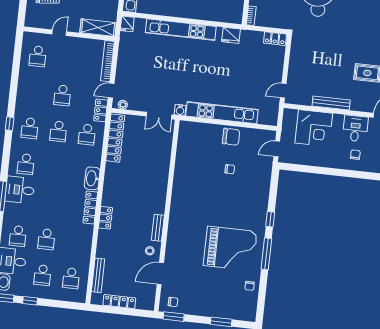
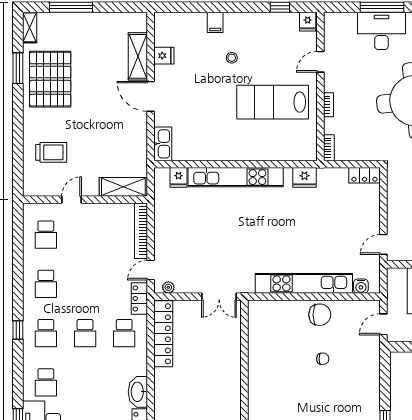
fridge: (127, 24) -> (179, 177), moved
school desk: (62, 95) -> (46, 284), moved
water cooler: (180, 110) -> (361, 286), moved

